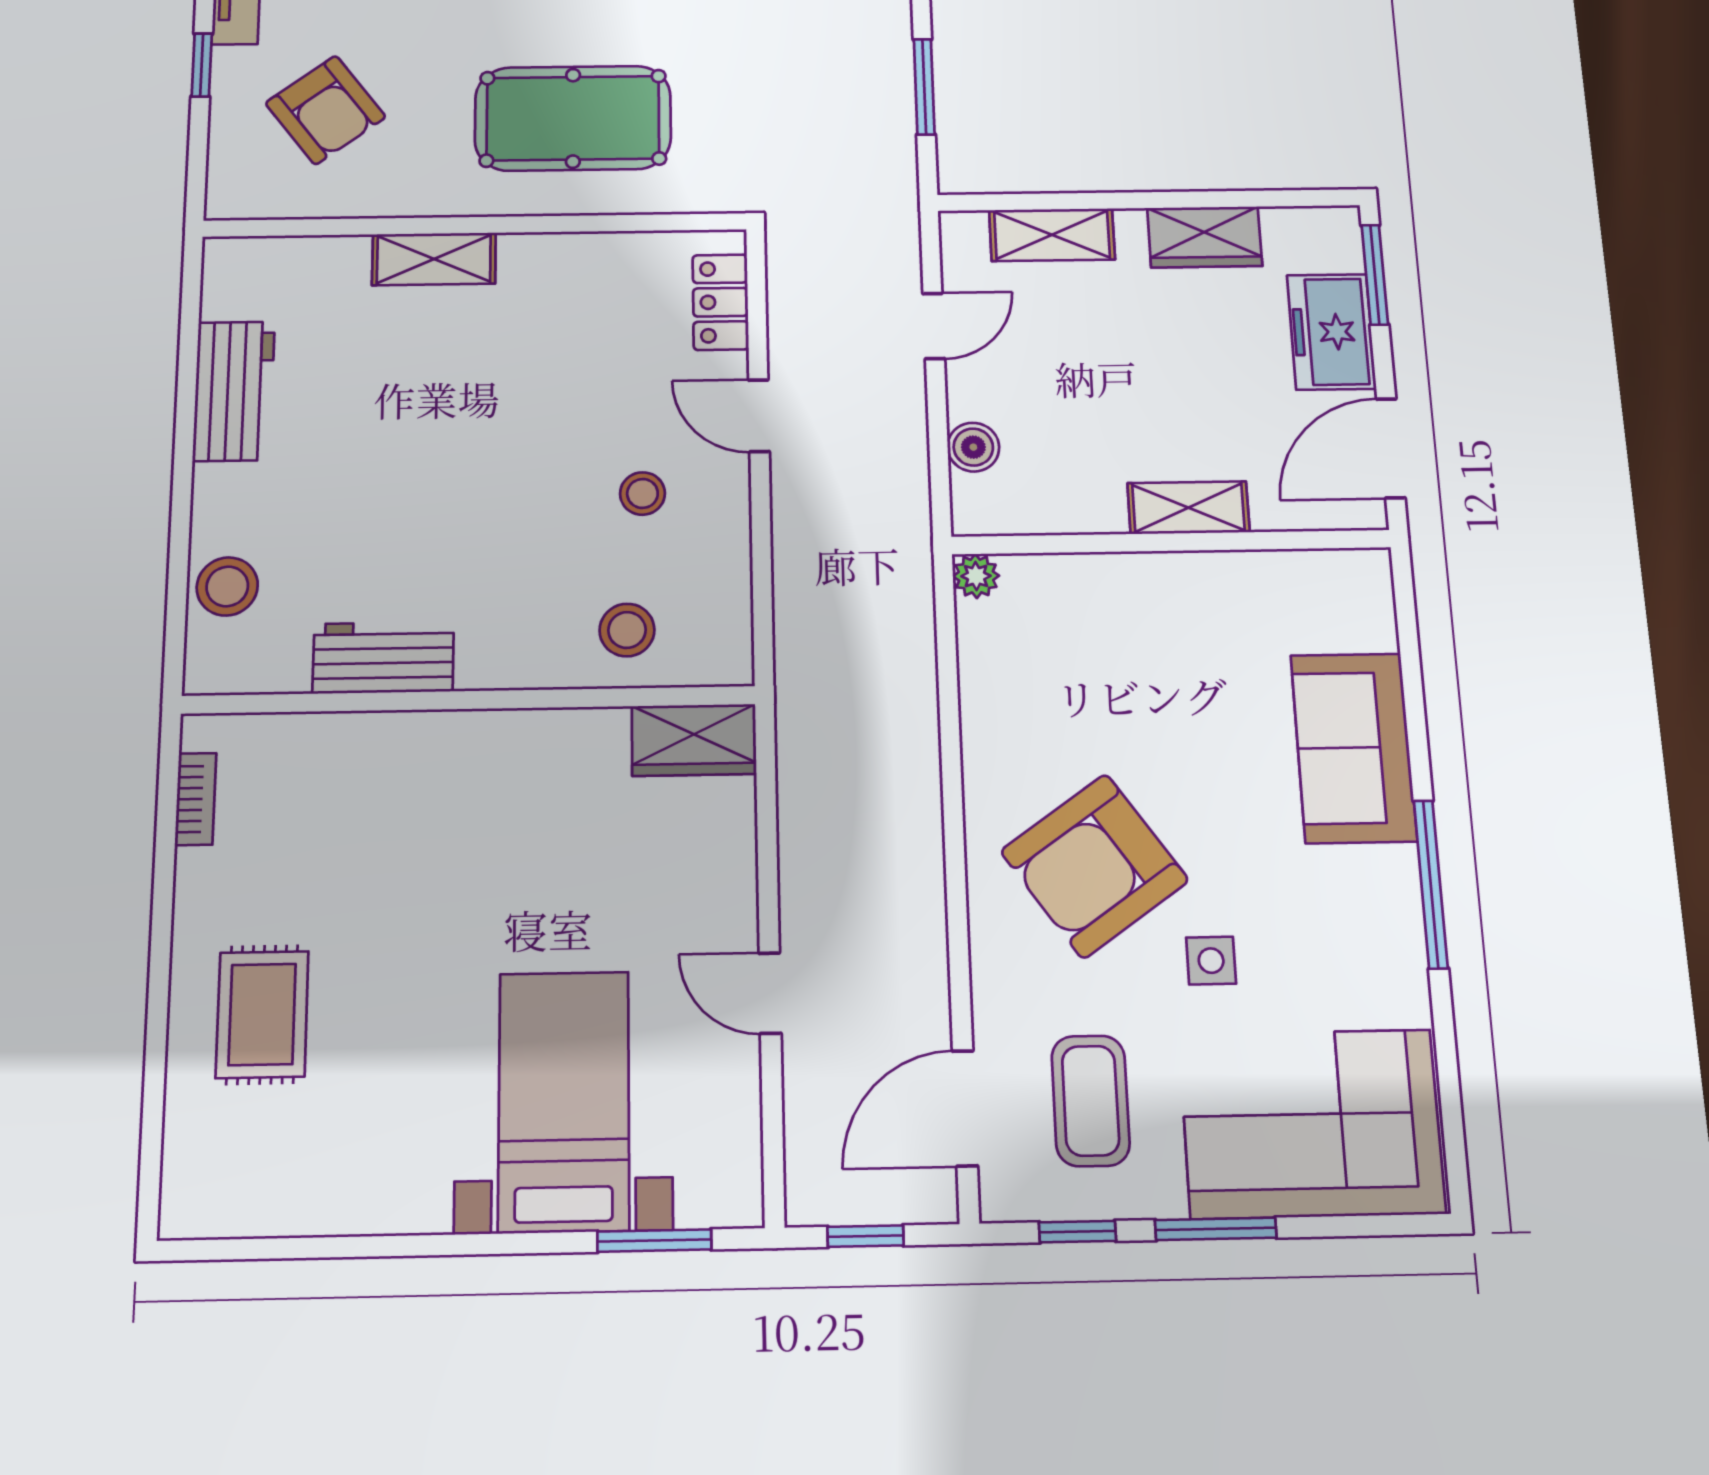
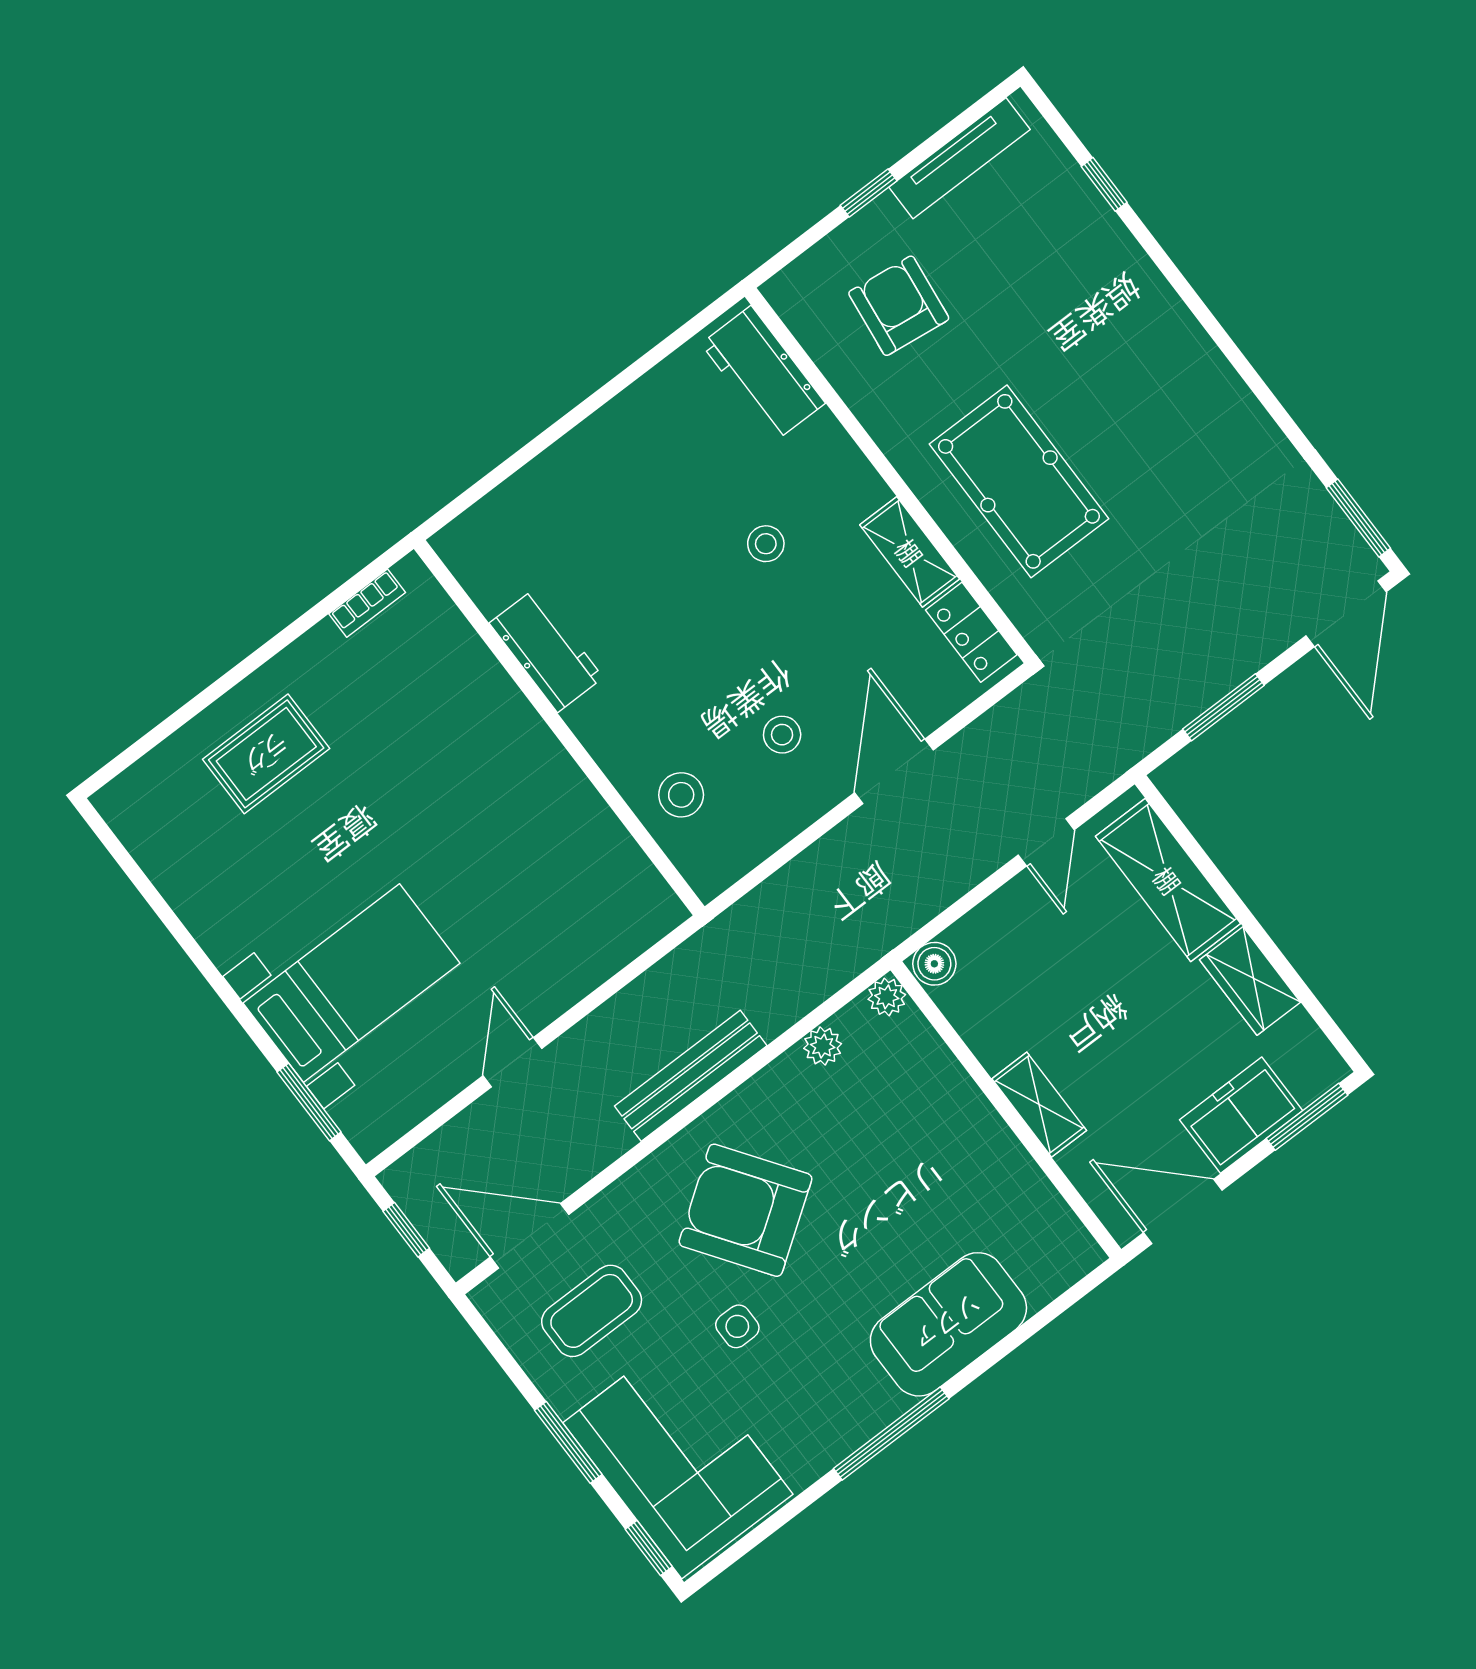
armchair: (326, 110) -> (899, 306), turned 134
shelving: (1052, 235) -> (1168, 880), width x1.50, depth x1.33
shelving: (434, 259) -> (910, 552), moved
locker: (721, 302) -> (971, 632), moved, turned -90
door: (934, 326) -> (1046, 842), hinge flipped
workbench: (234, 391) -> (763, 373), moved, turned 90
door: (759, 416) -> (894, 771), width x1.38
boiler: (973, 447) -> (934, 964), moved
stool: (227, 586) -> (766, 544), moved, width x0.73, depth x0.73
plant: (980, 671) -> (823, 1046), added
wardrobe: (694, 740) -> (640, 893), removed
bench: (916, 822) -> (691, 1076), added
window: (1077, 1232) -> (649, 1548), moved

